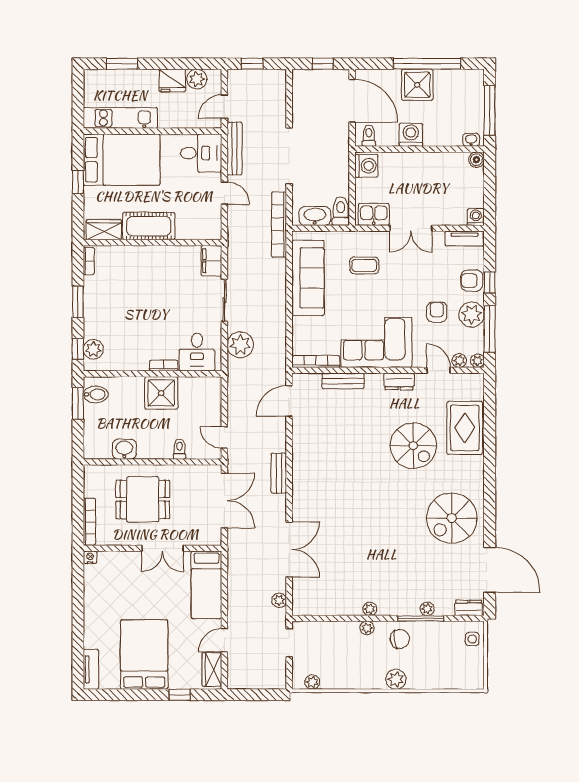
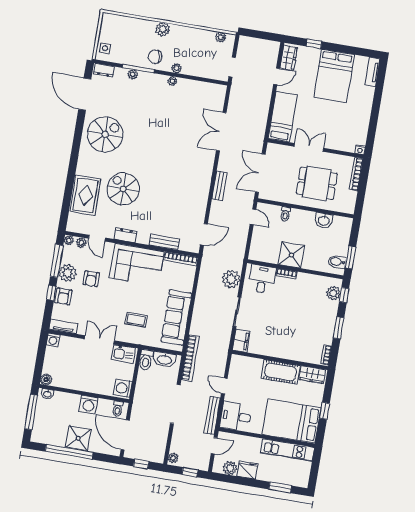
armchair: (472, 281) -> (63, 296), turned 90
plant: (279, 600) -> (173, 458), moved

